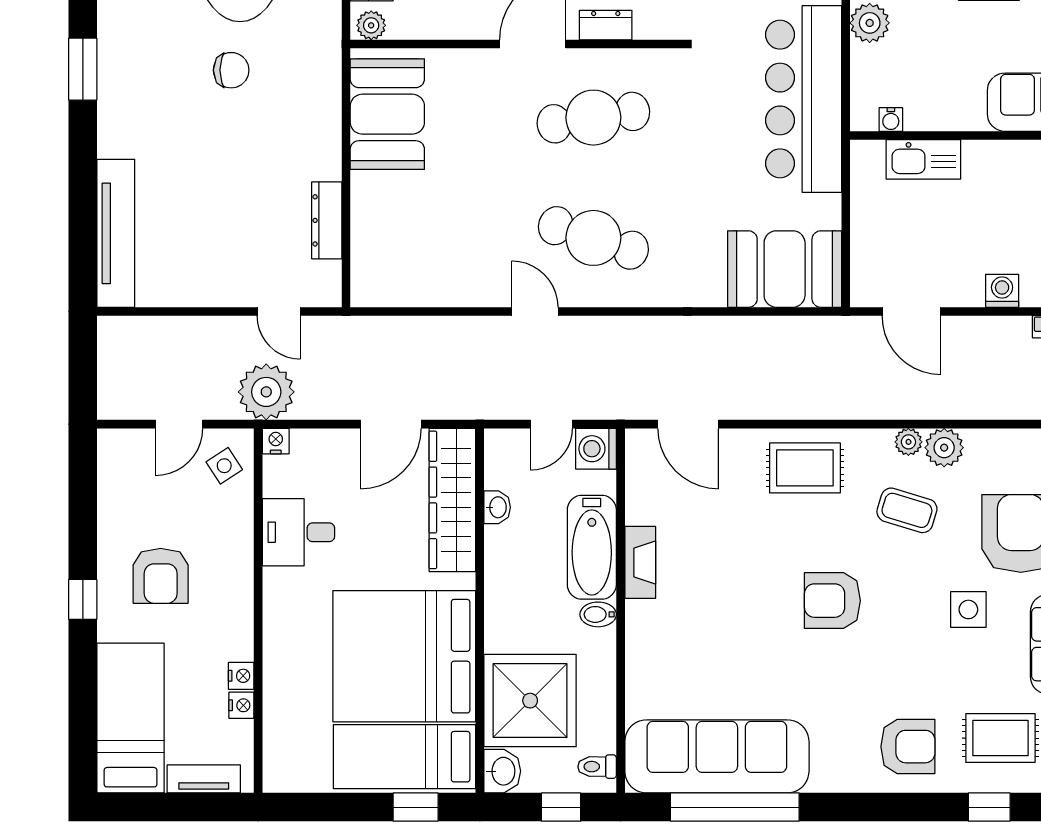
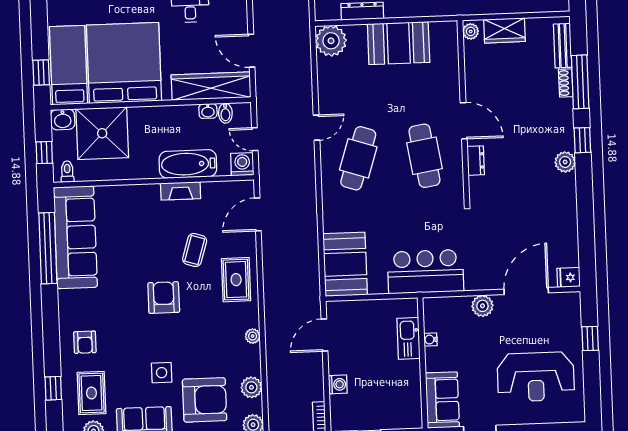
bar counter: (804, 99) -> (425, 272), width x0.73
booth: (387, 114) -> (399, 43), moved
water cooler: (891, 120) -> (430, 340), moved
plant: (378, 279) -> (331, 41), added
plant: (944, 448) -> (251, 387), moved
coffee table: (907, 510) -> (195, 250), moved
bidet: (598, 614) -> (225, 113), moved, turned 180
armchair: (908, 747) -> (85, 342), width x0.72, depth x0.72

